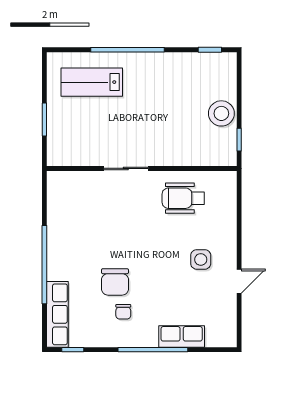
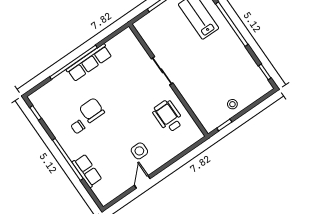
stool: (221, 113) -> (232, 104), width x0.53, depth x0.53
door: (239, 281) -> (142, 182), swing flipped
chair: (115, 282) -> (92, 110), turned 90
row of seats: (57, 314) -> (89, 63), moved

